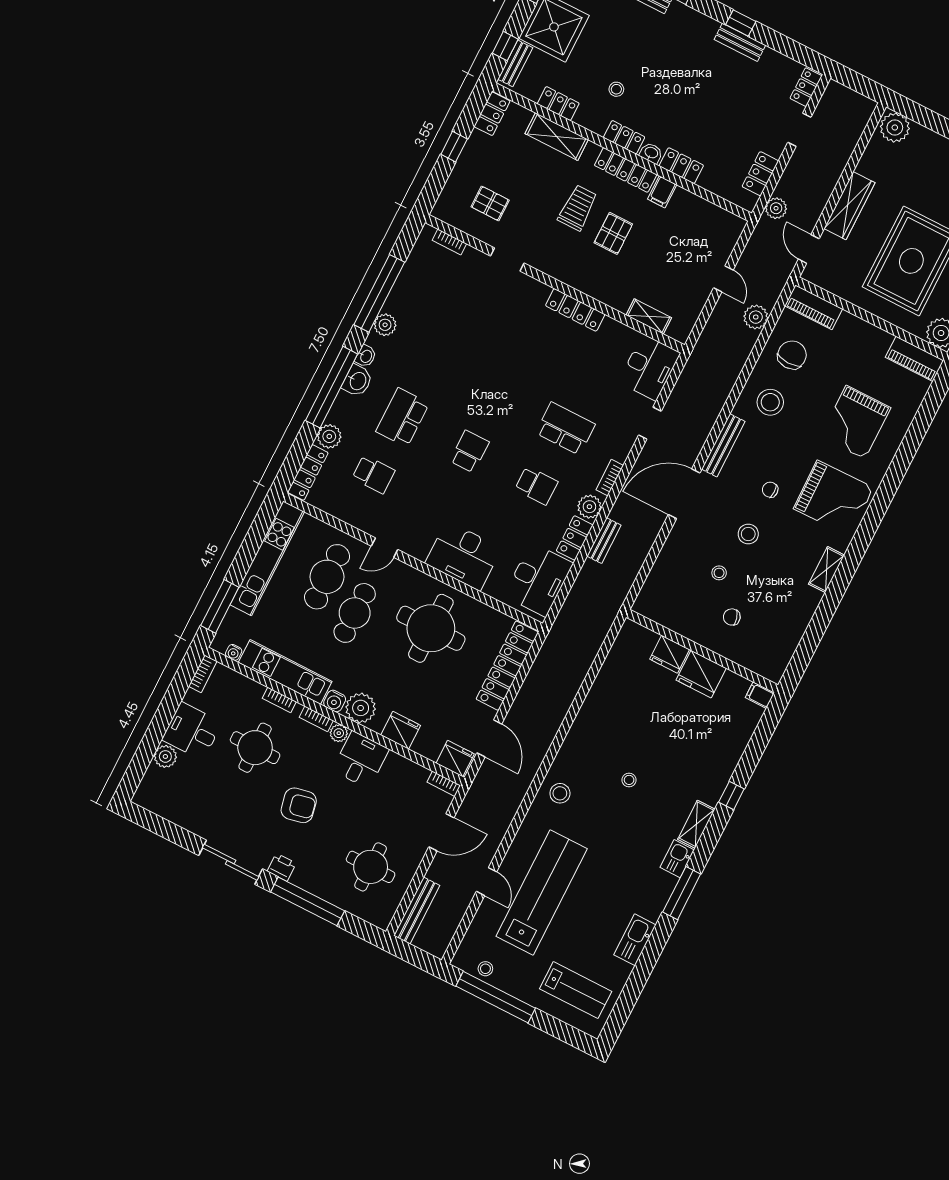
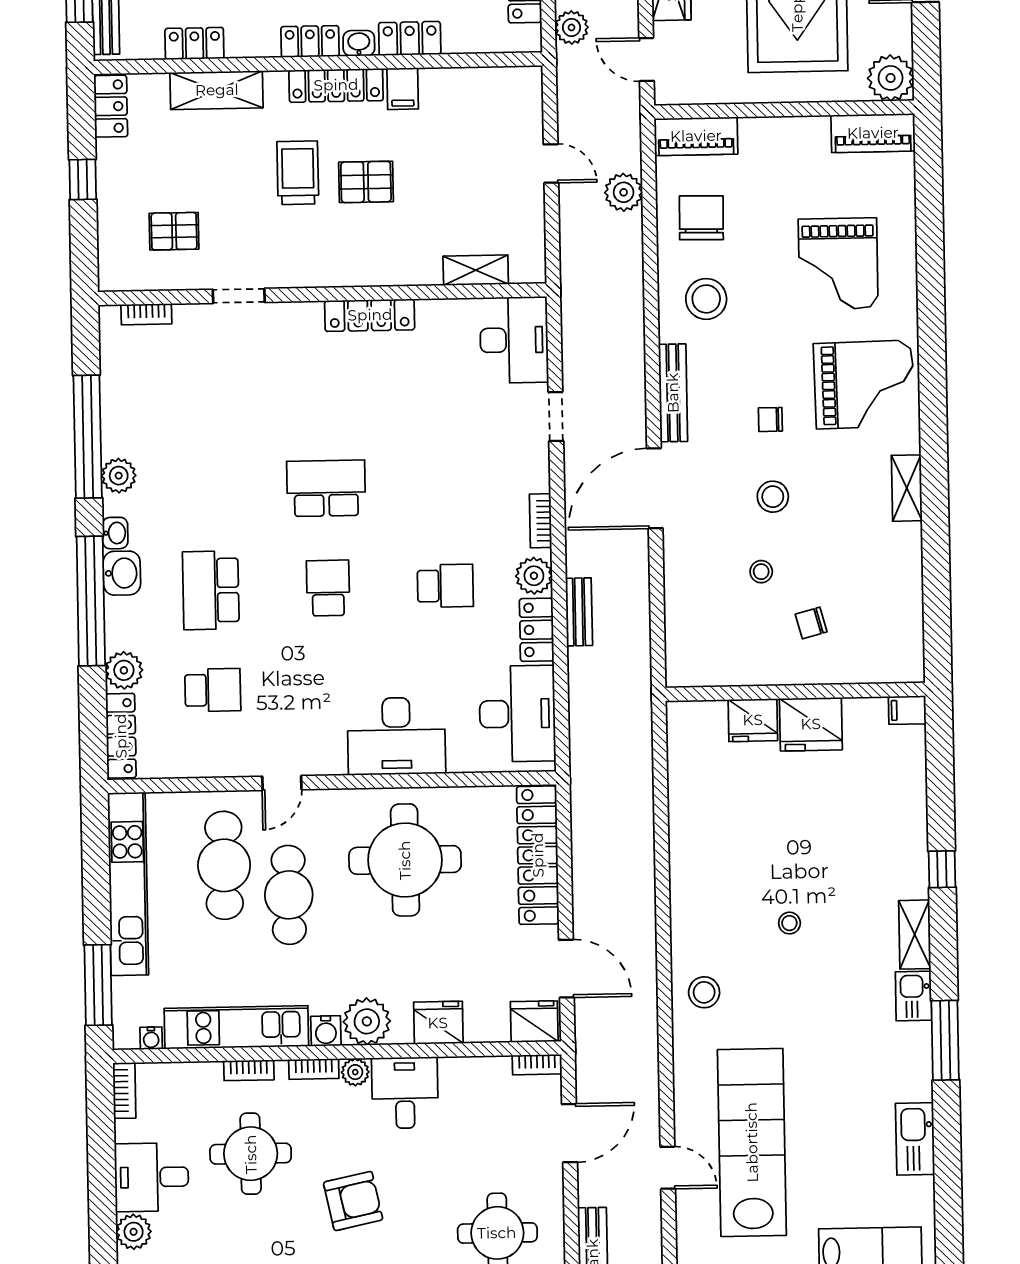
pallet: (613, 233) -> (366, 182), turned 90
school desk: (565, 429) -> (326, 488), moved

